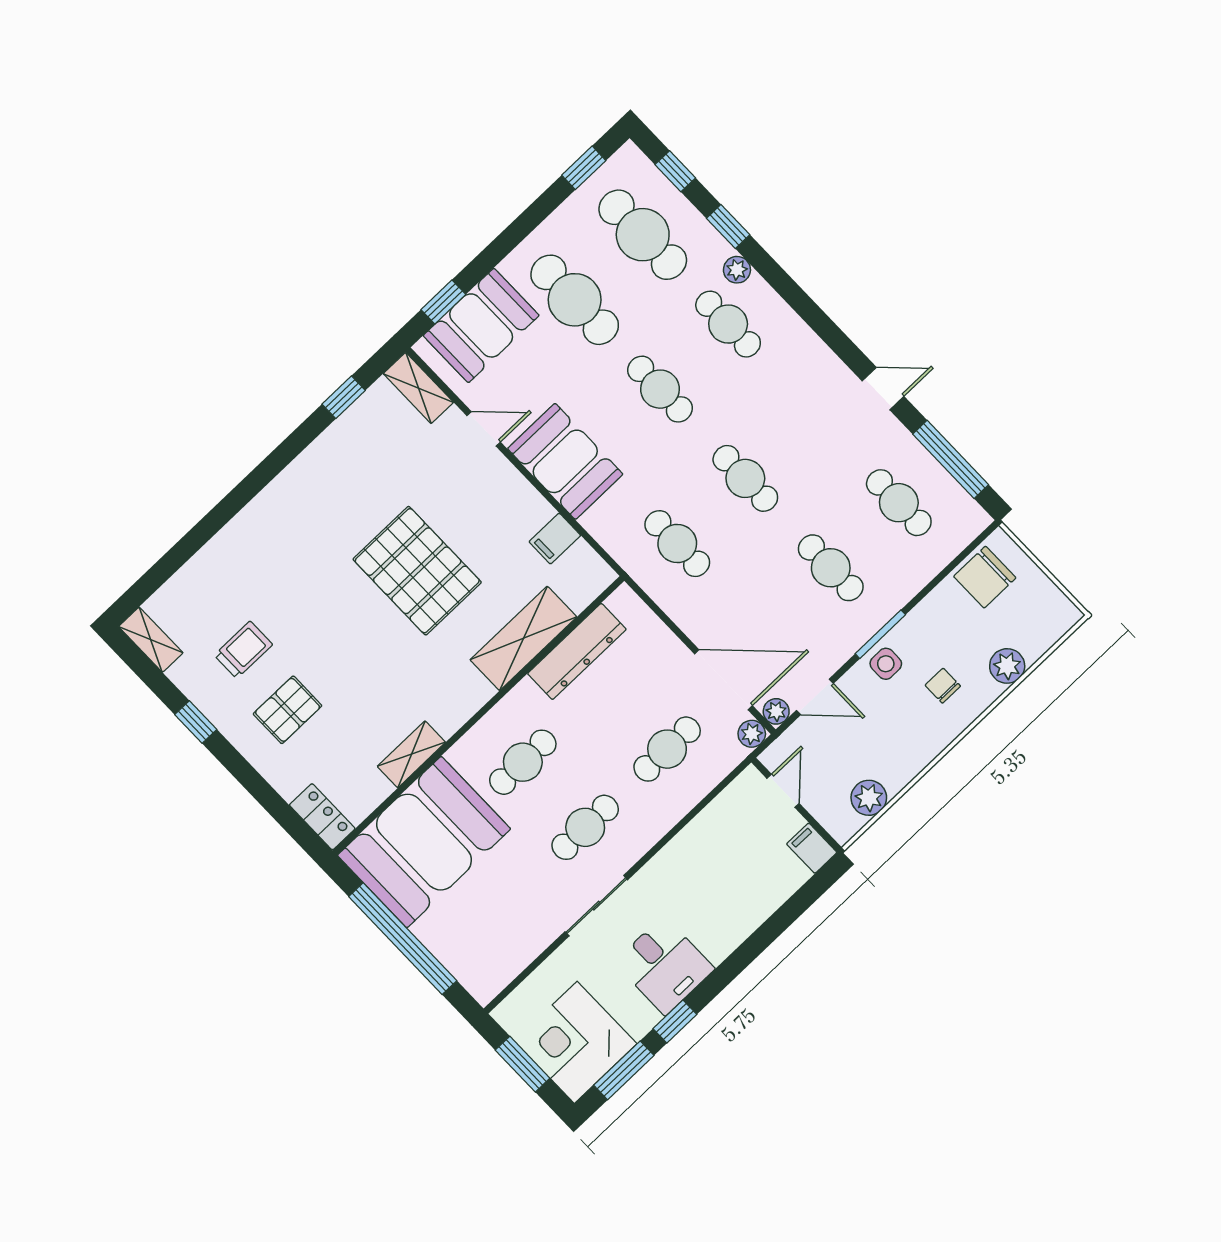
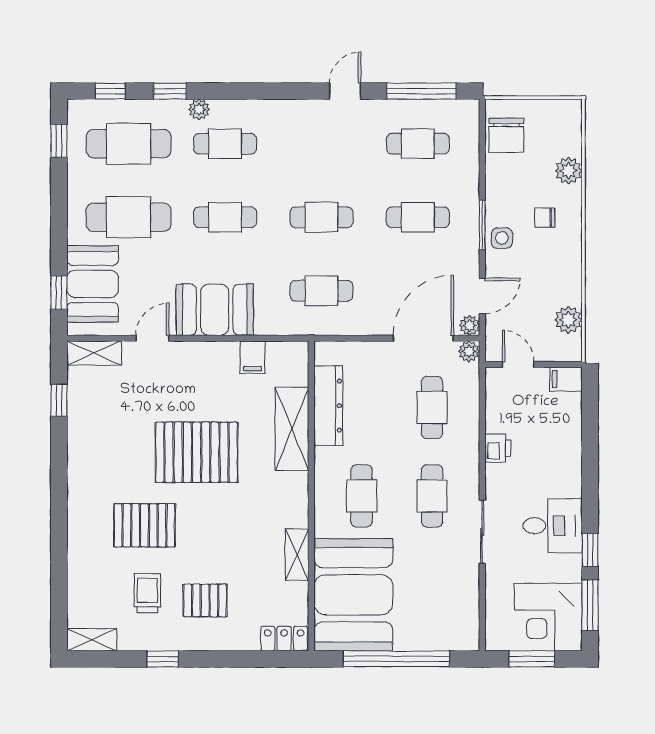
pallet: (304, 587) -> (145, 525), added
pallet: (288, 710) -> (205, 600), turned 90
printer: (688, 846) -> (498, 448), added

